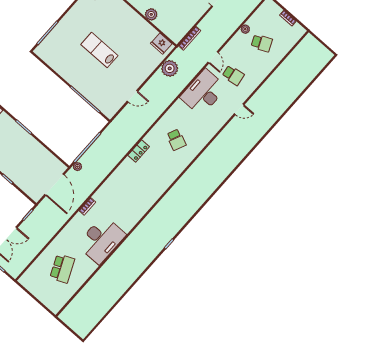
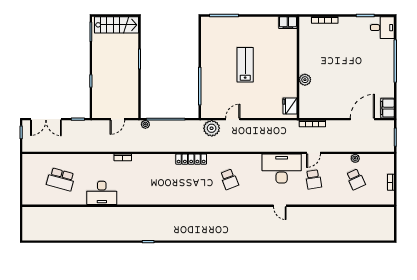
plant: (170, 68) -> (212, 128), moved
door: (133, 96) -> (233, 119), swing flipped
door: (239, 109) -> (280, 206), moved
school desk: (176, 140) -> (229, 179), turned -45
locker: (139, 151) -> (191, 159), width x1.53
door: (54, 185) -> (117, 119), width x0.53
desk: (101, 240) -> (102, 193), width x0.73, depth x0.77
school desk: (62, 268) -> (61, 179), turned 39

